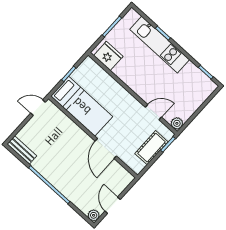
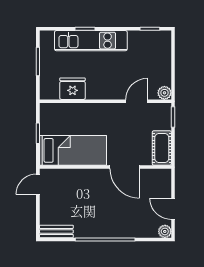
fridge: (108, 56) -> (73, 89), moved
cot: (151, 148) -> (162, 148), moved

